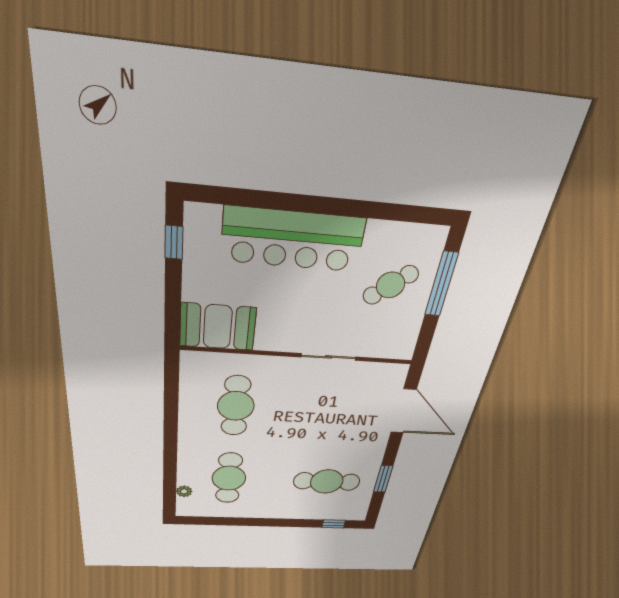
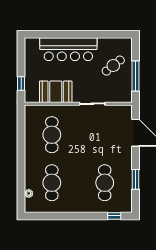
window: (174, 242) -> (21, 84), moved
window: (441, 284) -> (135, 76), moved
booth: (218, 327) -> (56, 92), moved
cafe table: (327, 482) -> (105, 183), turned 90

